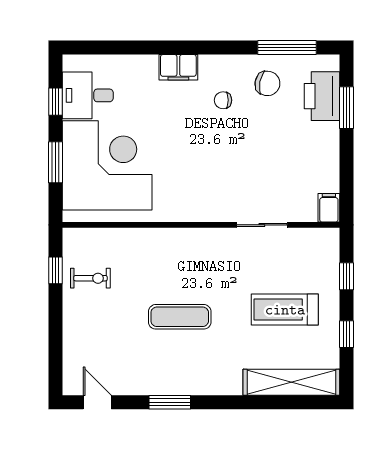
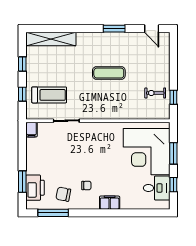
treadmill: (285, 310) -> (49, 95), moved

